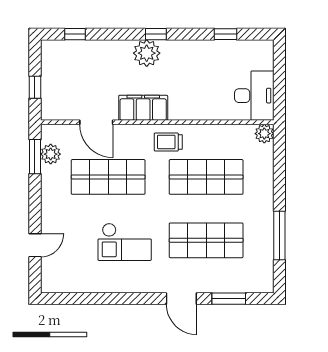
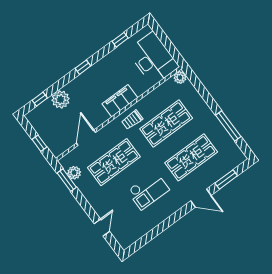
plant: (147, 53) -> (61, 99), moved
desk: (254, 96) -> (153, 59), width x1.36, depth x1.30
filing cabinet: (143, 108) -> (120, 101), moved
door: (96, 122) -> (86, 138), swing flipped

